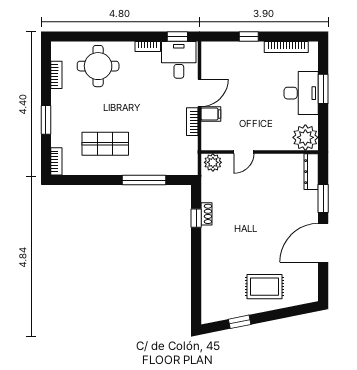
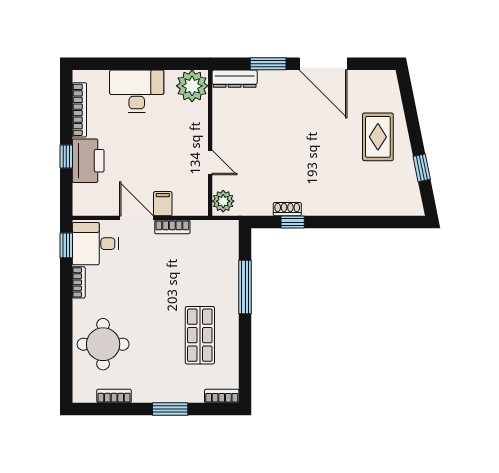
printer: (245, 54) -> (88, 161), added
window: (323, 89) -> (132, 64), removed

